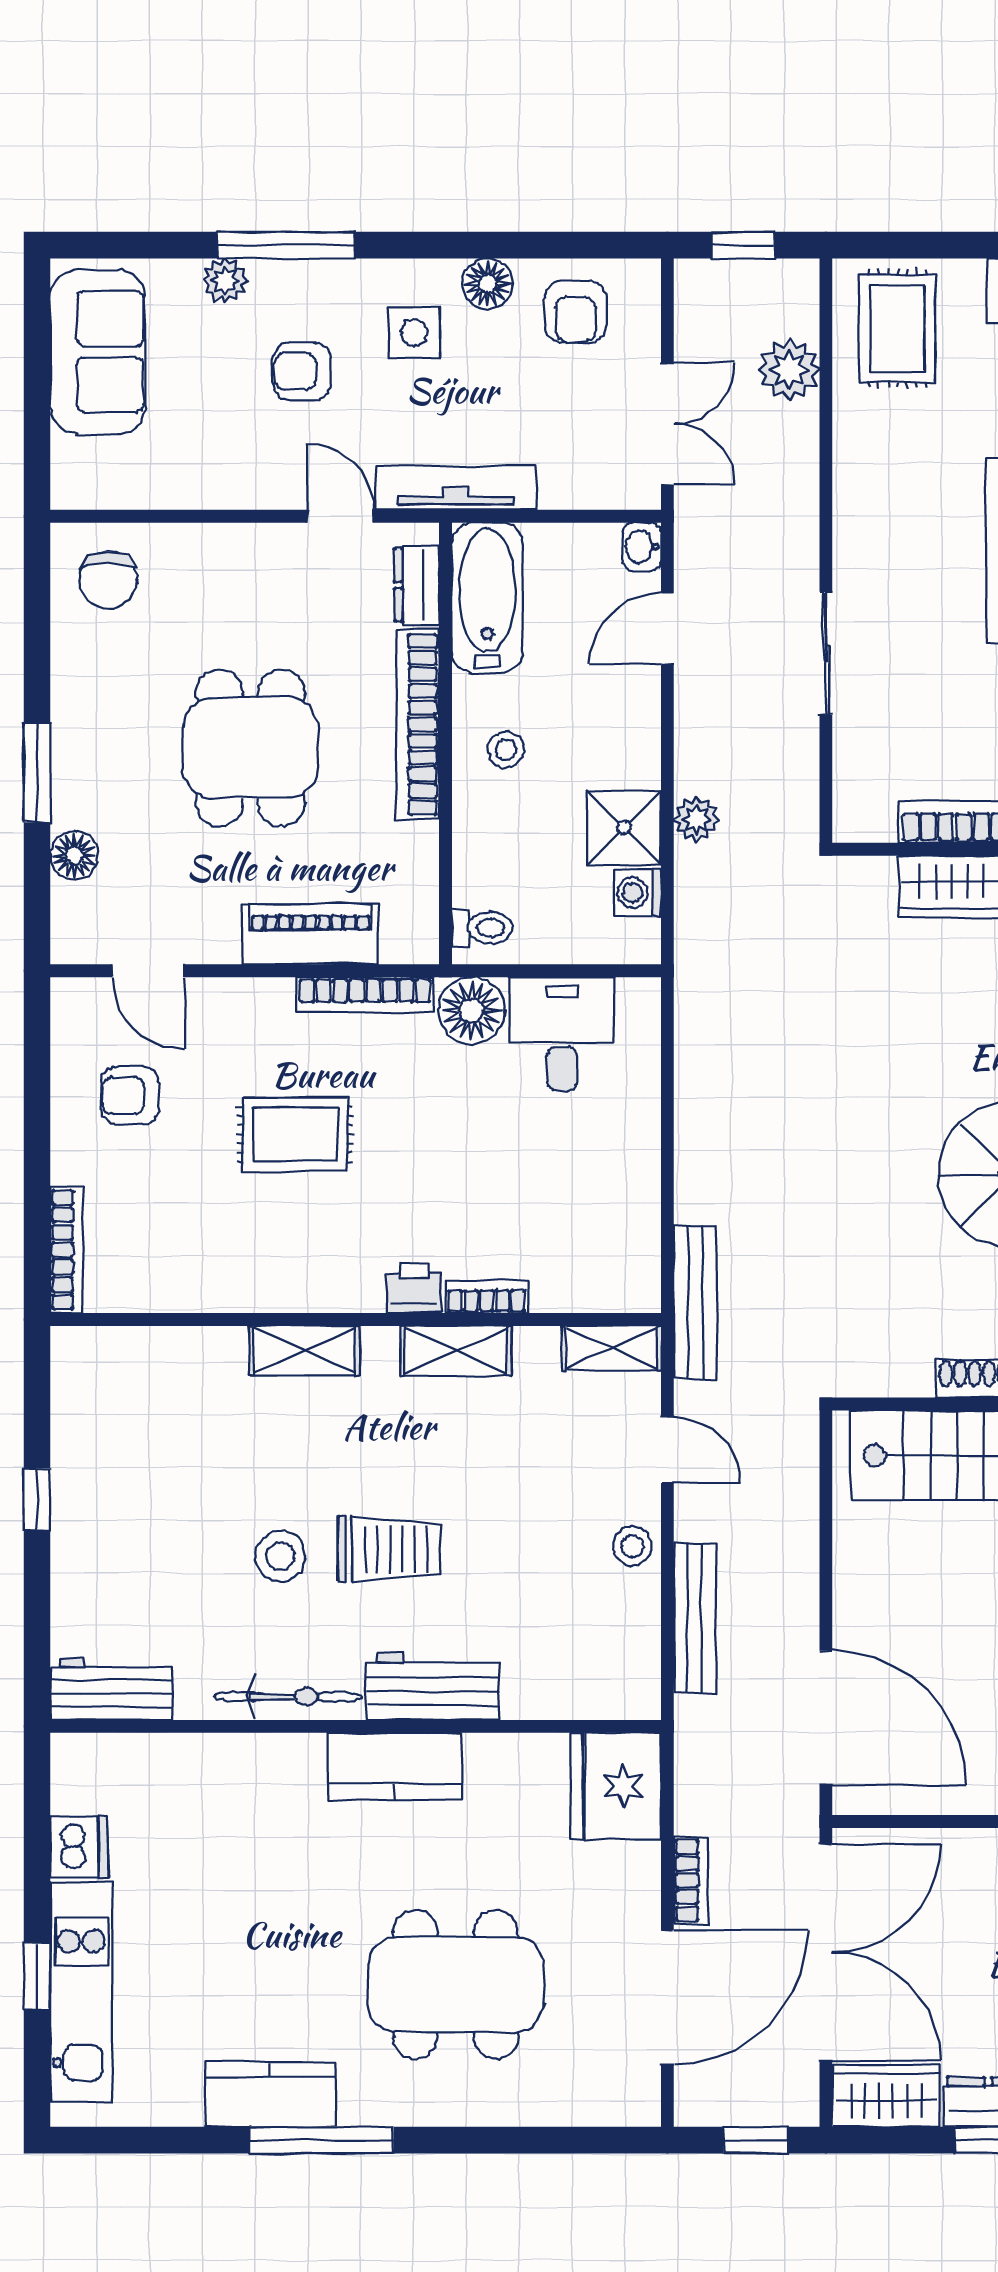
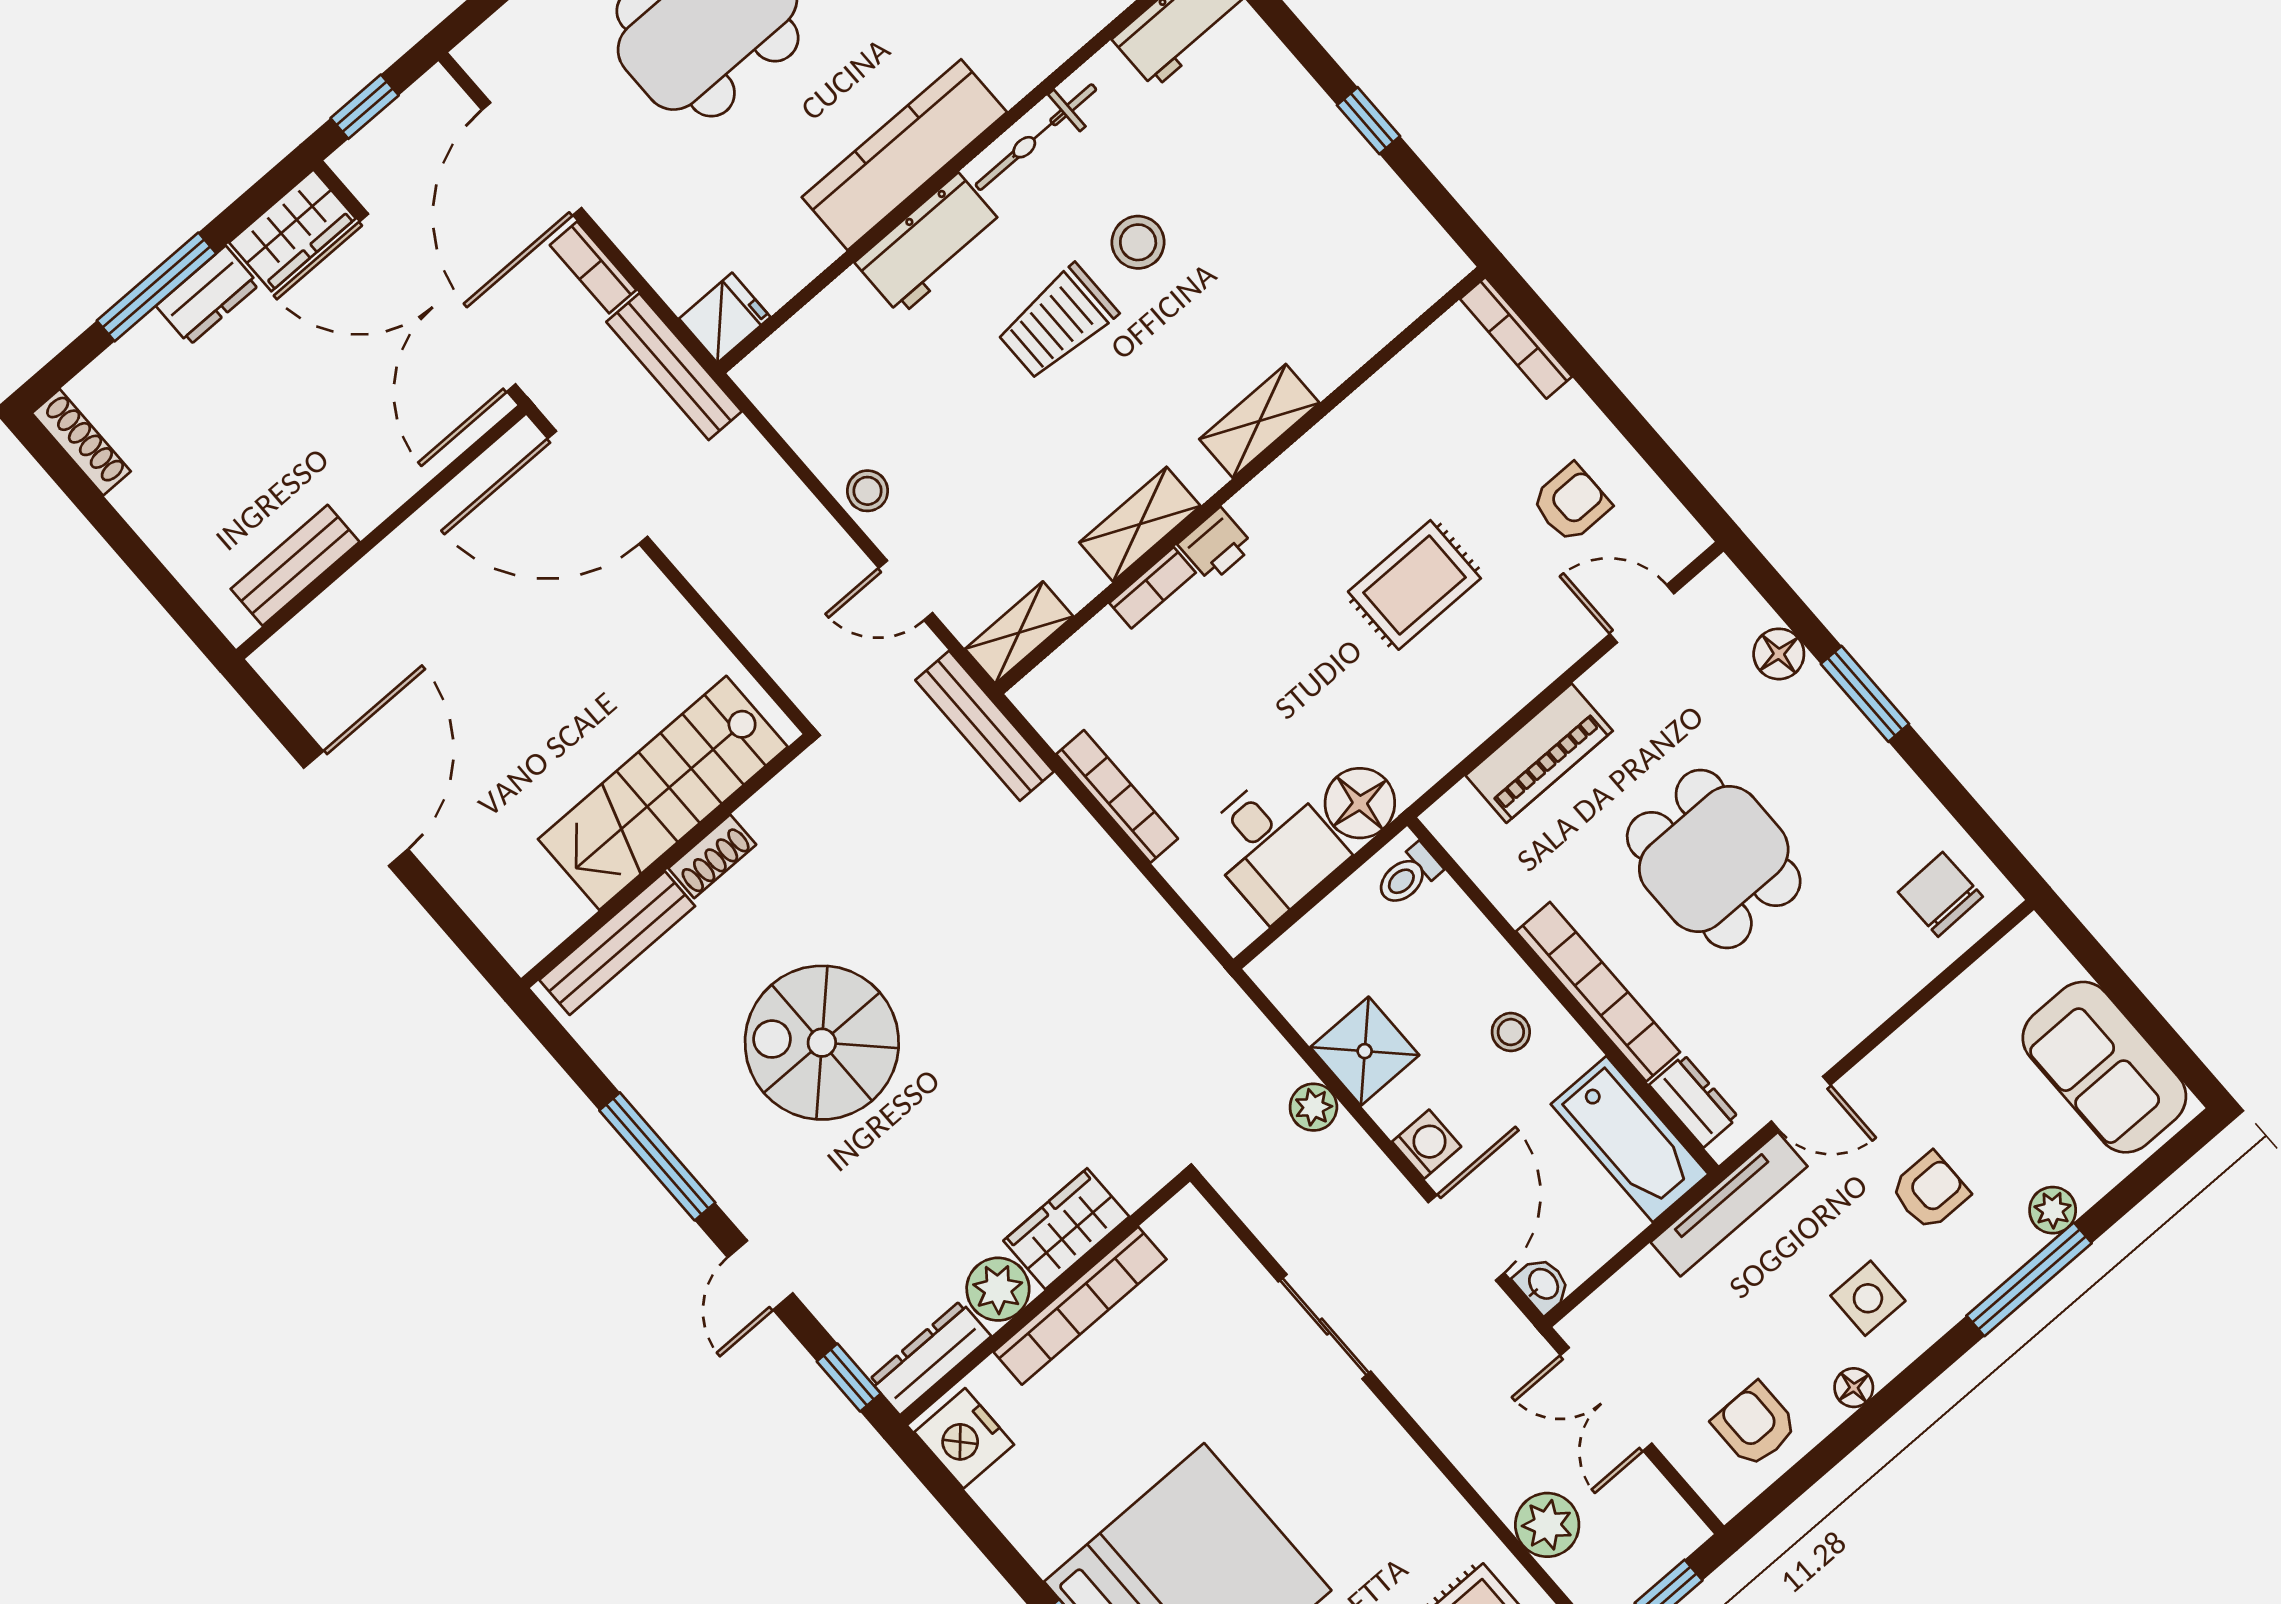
floor lamp: (488, 284) -> (1854, 1388), width x0.73, depth x0.73
door: (667, 629) -> (1466, 1238), width x1.38
washing machine: (637, 893) -> (1427, 1144), moved
bookcase: (365, 995) -> (1117, 796), moved, turned 90
bench: (695, 1618) -> (674, 367), moved
kitchen counter: (395, 1766) -> (904, 155), width x1.50
fridge: (616, 1786) -> (725, 318), width x0.53, depth x0.75

